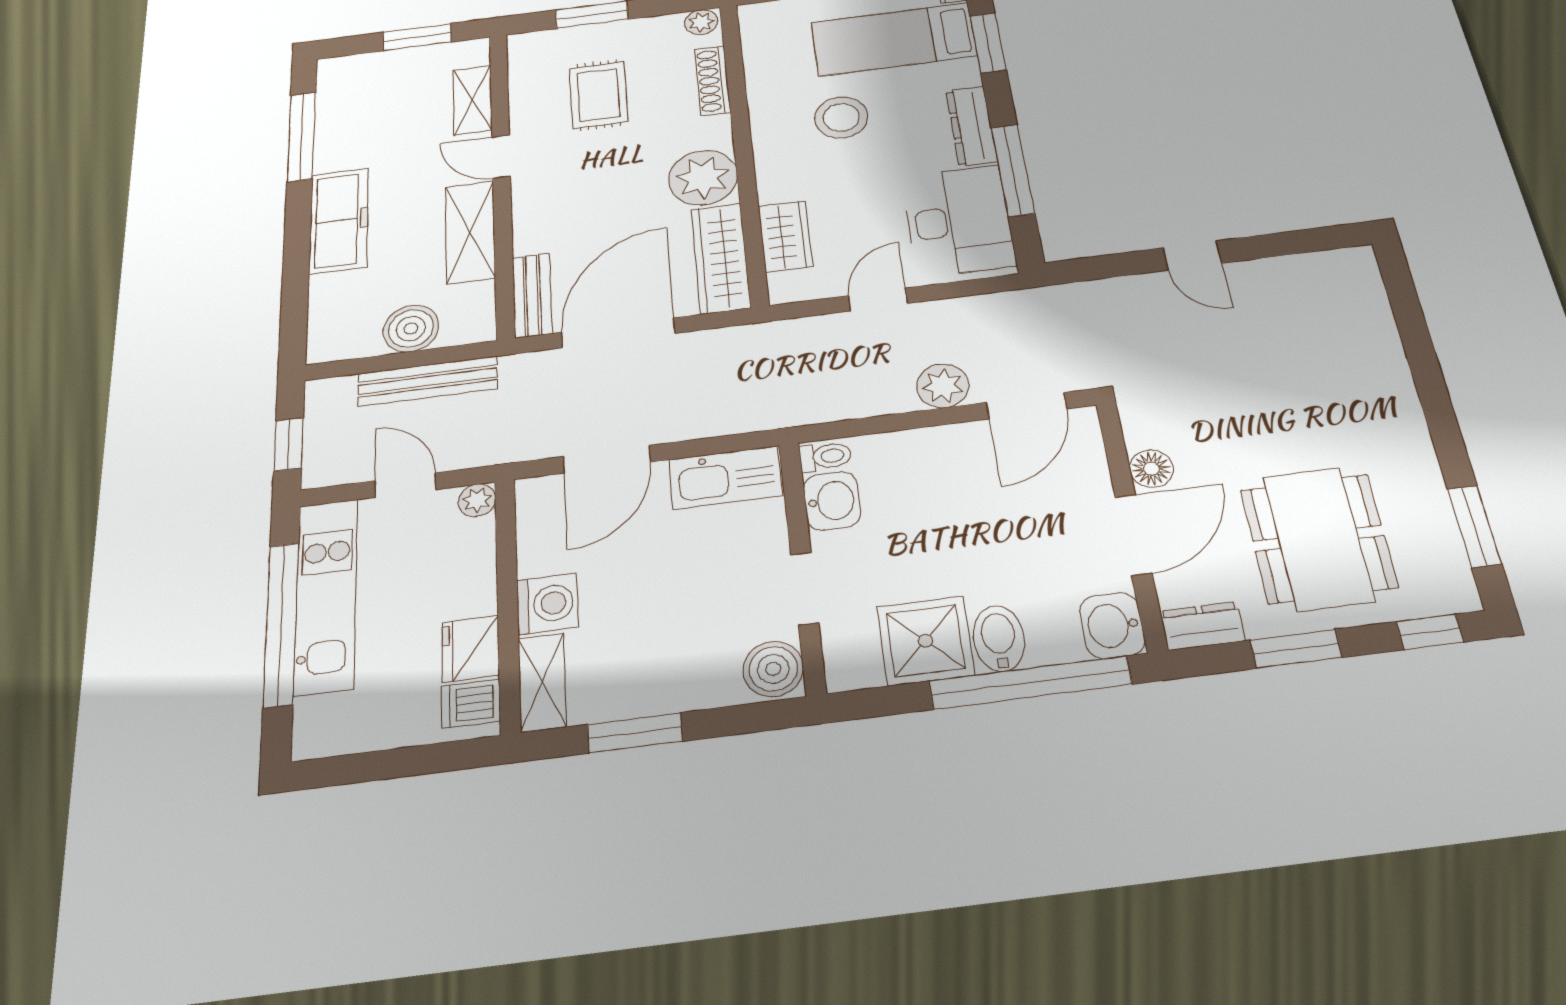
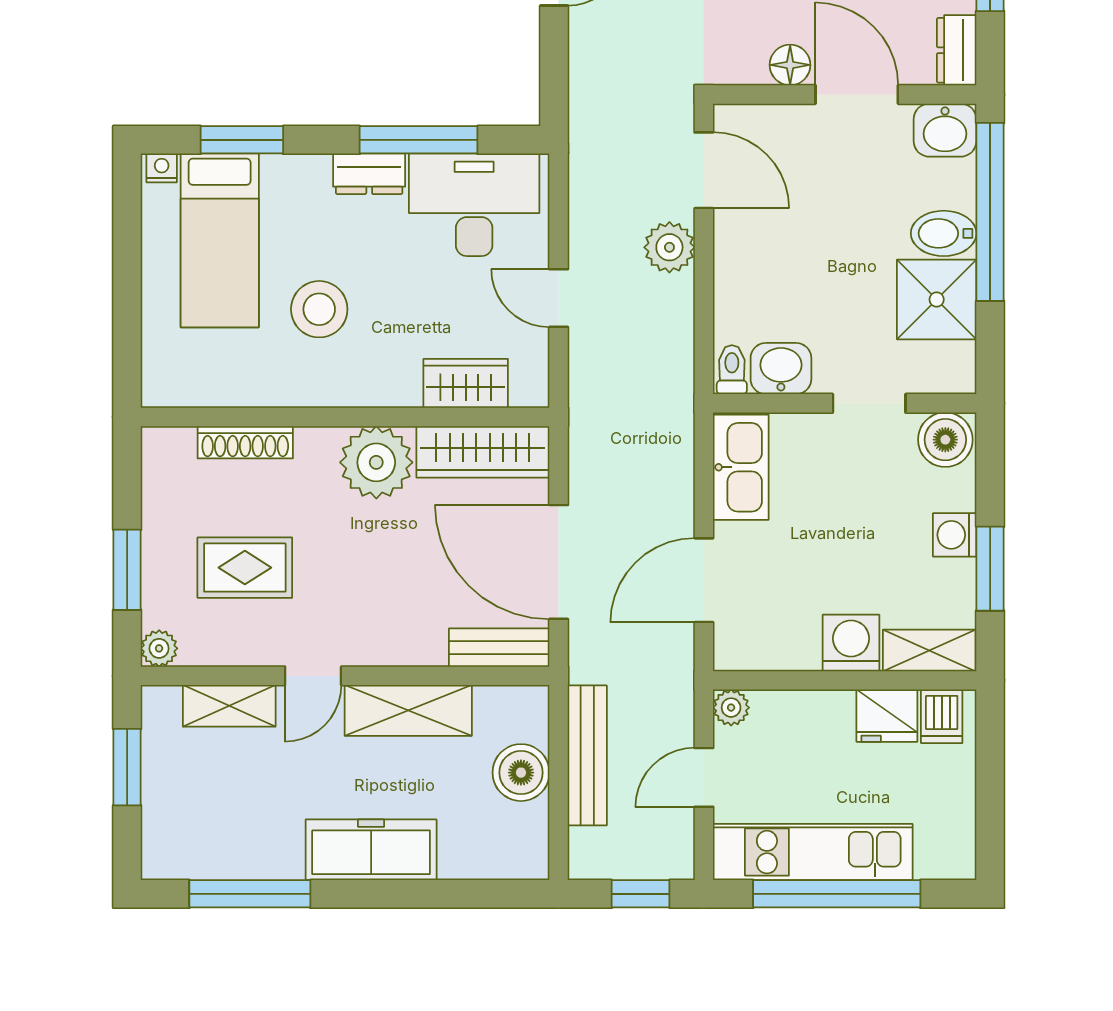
plant: (701, 22) -> (159, 648), moved
dresser: (972, 126) -> (369, 174), width x0.70
door: (607, 459) -> (704, 580), swing flipped
washing machine: (670, 692) -> (955, 535), added

